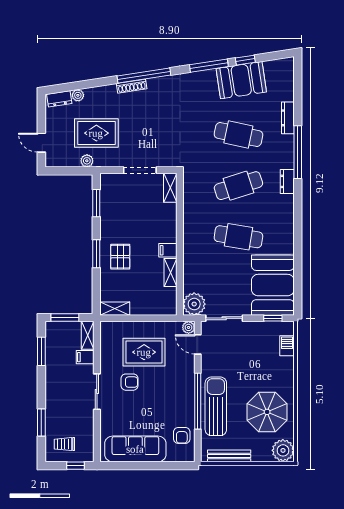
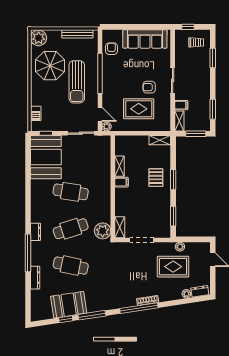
plant: (194, 304) -> (103, 231), moved
sun lounger: (216, 406) -> (77, 82), moved

